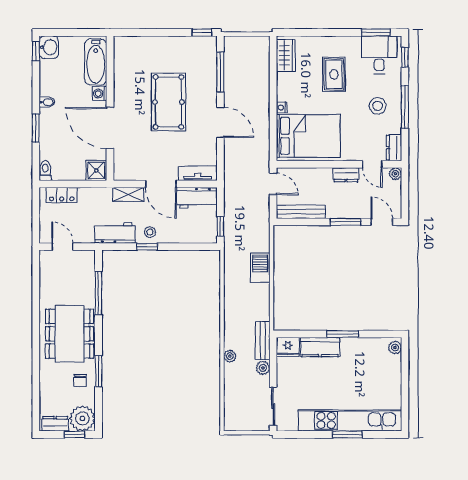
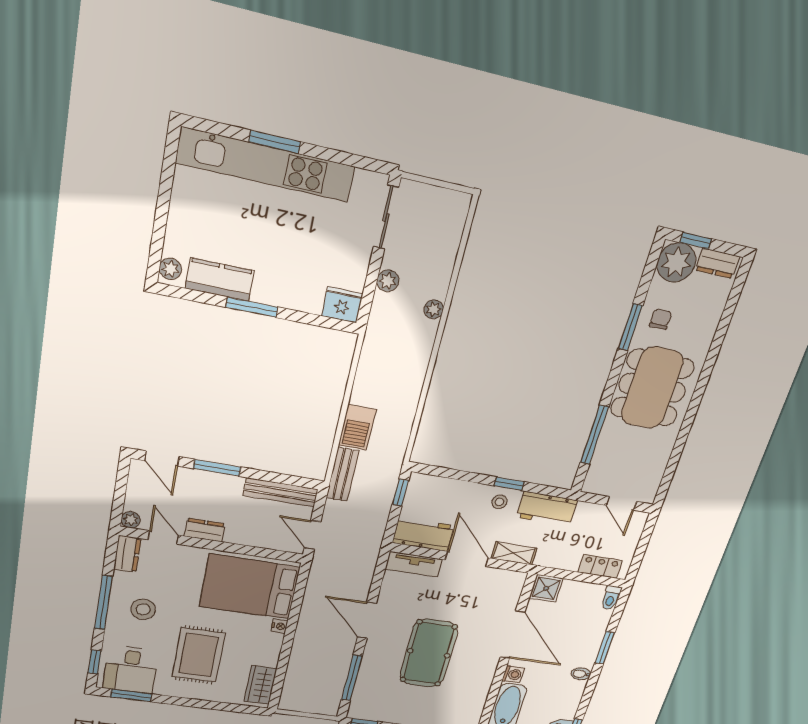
rug: (334, 74) -> (199, 655), width x1.36, depth x1.43
bench: (262, 340) -> (342, 474), moved
kitchen counter: (320, 347) -> (220, 280), moved

